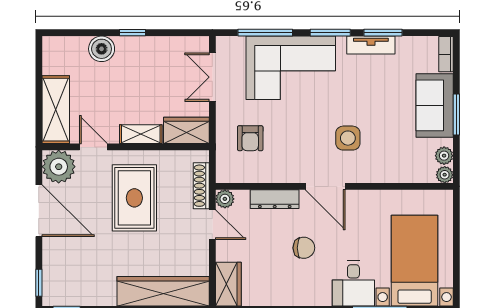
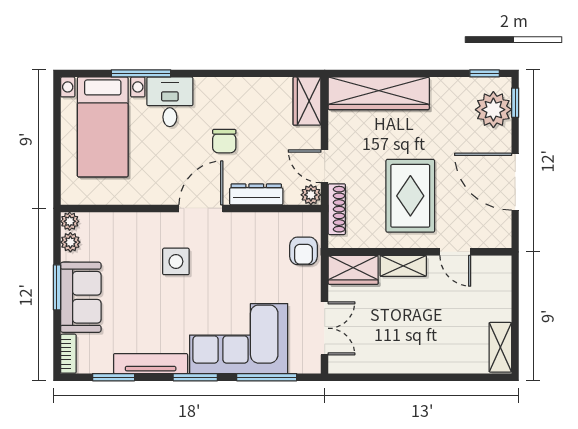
window: (133, 33) -> (412, 377), removed
window: (383, 33) -> (114, 377), moved
tv unit: (371, 45) -> (151, 364), width x1.41
boiler: (102, 49) -> (446, 359), removed
shelving: (56, 110) -> (500, 347), moved, width x0.67, depth x0.75
armchair: (250, 138) -> (304, 251), moved, turned 180
plant: (59, 167) -> (493, 110), moved
door: (325, 186) -> (201, 208), hinge flipped
chair: (304, 248) -> (224, 141), turned -90

